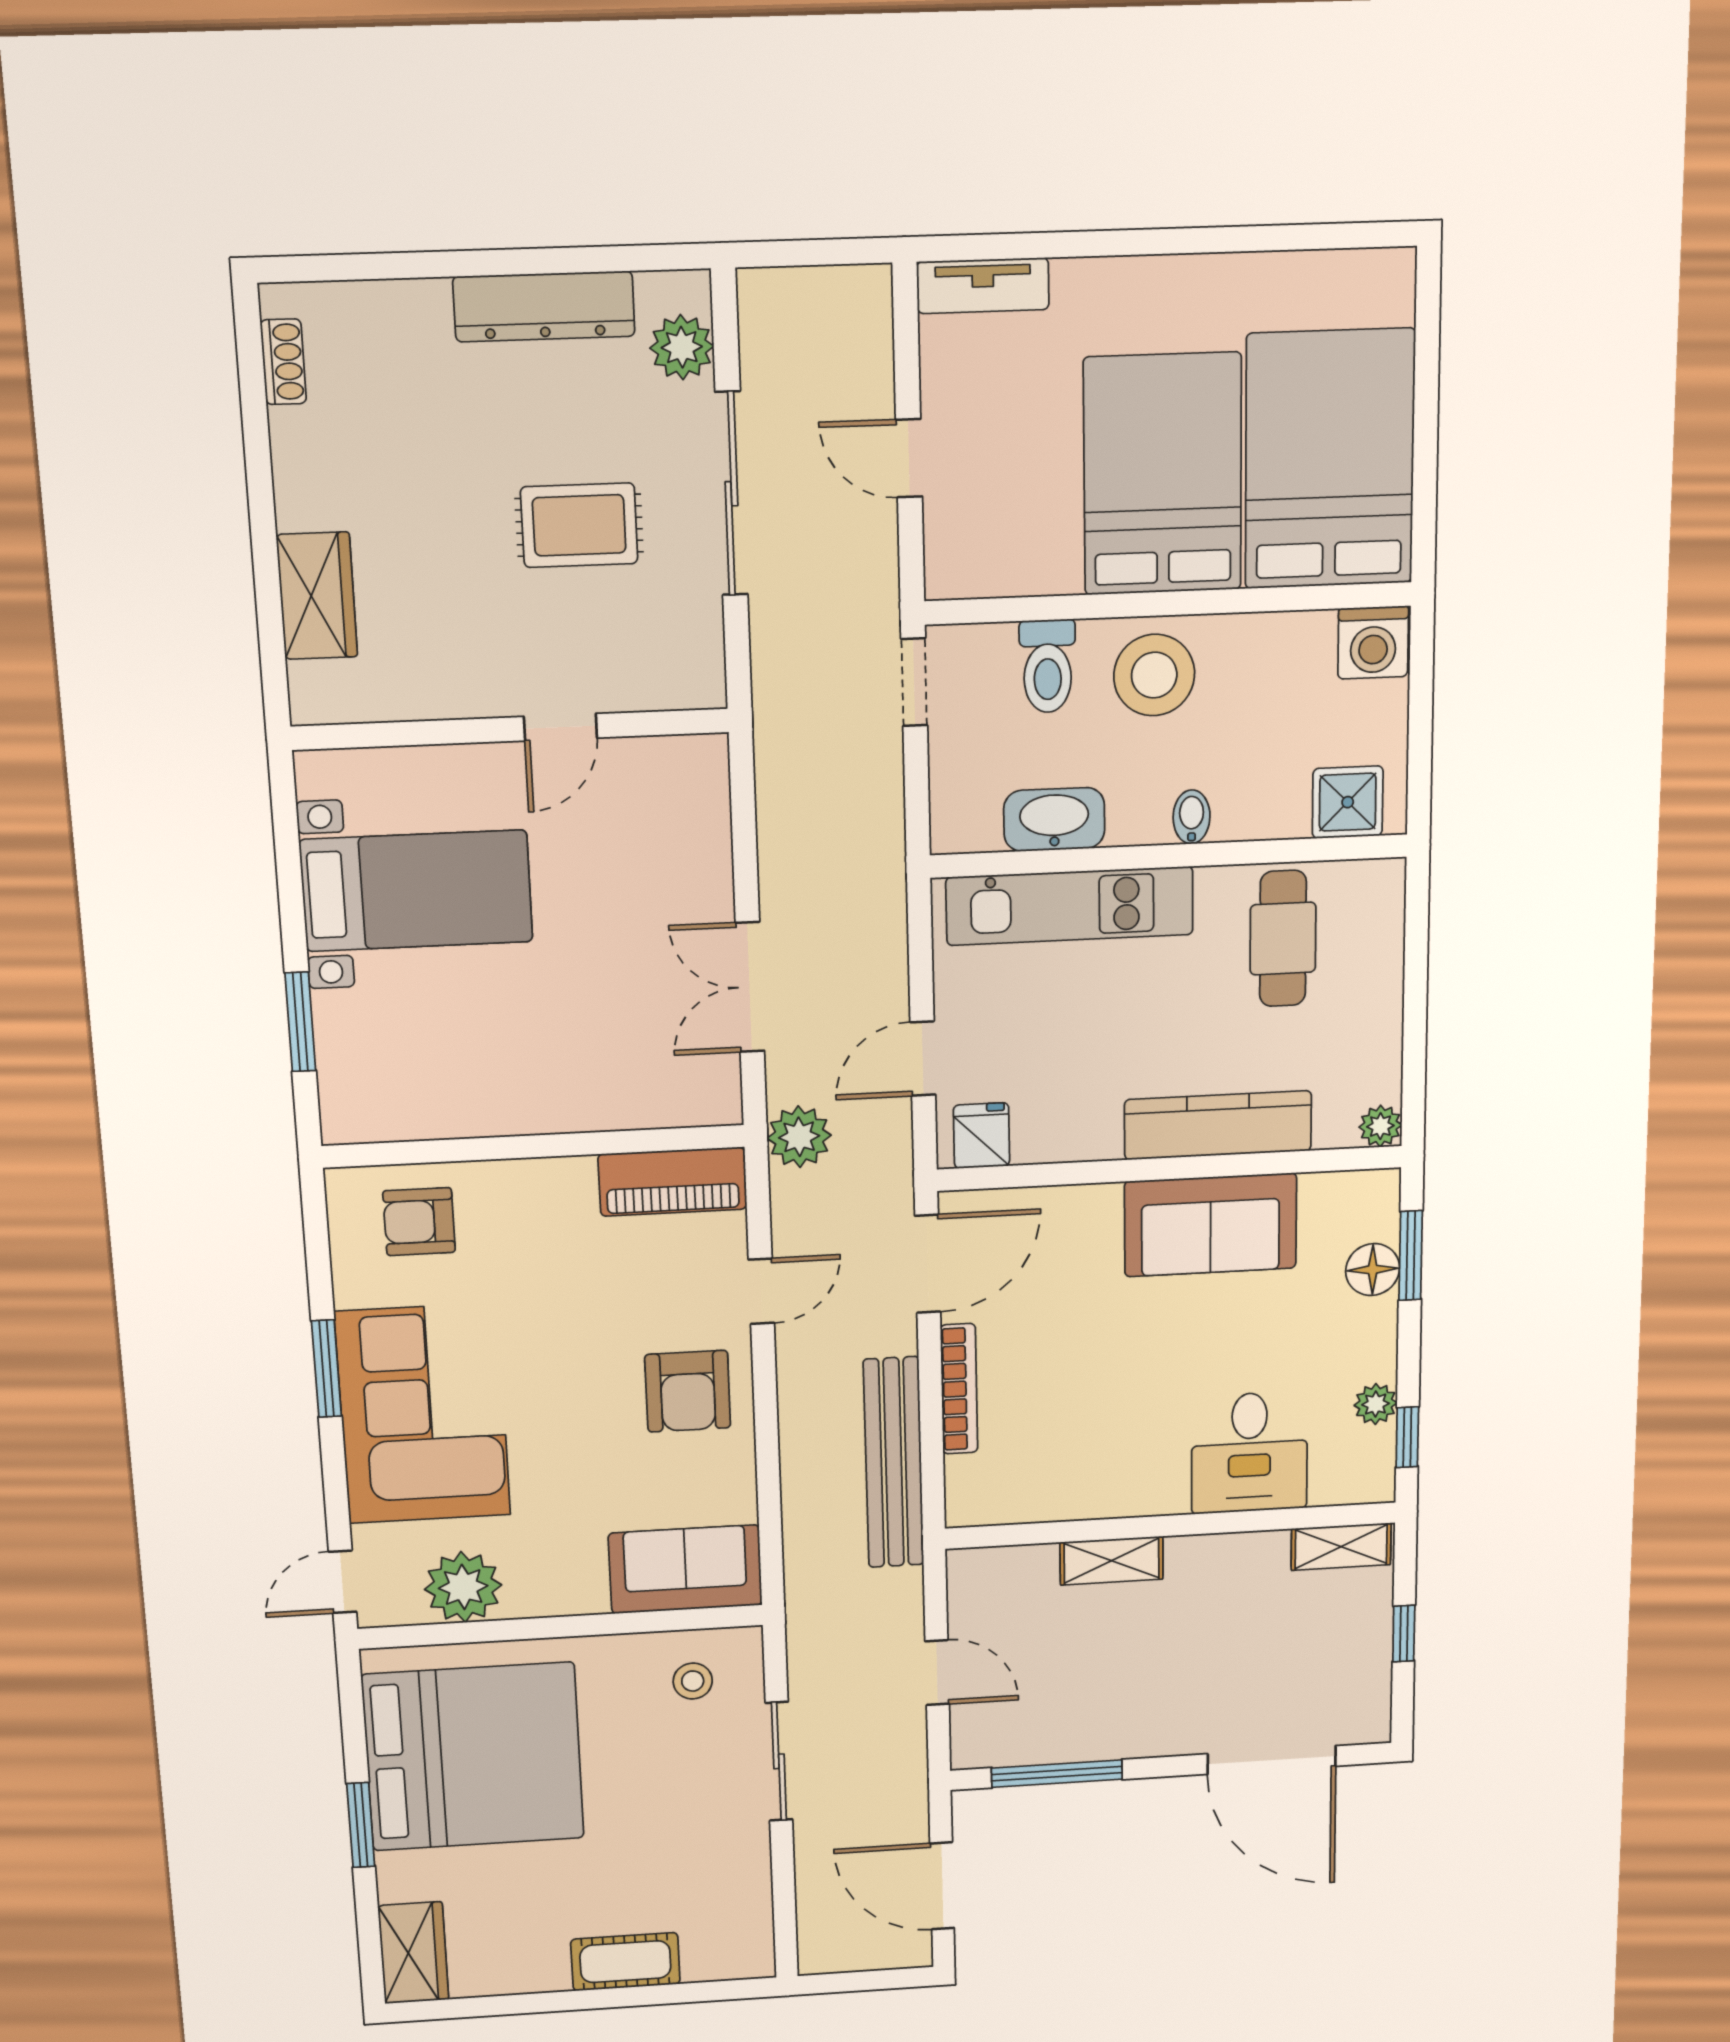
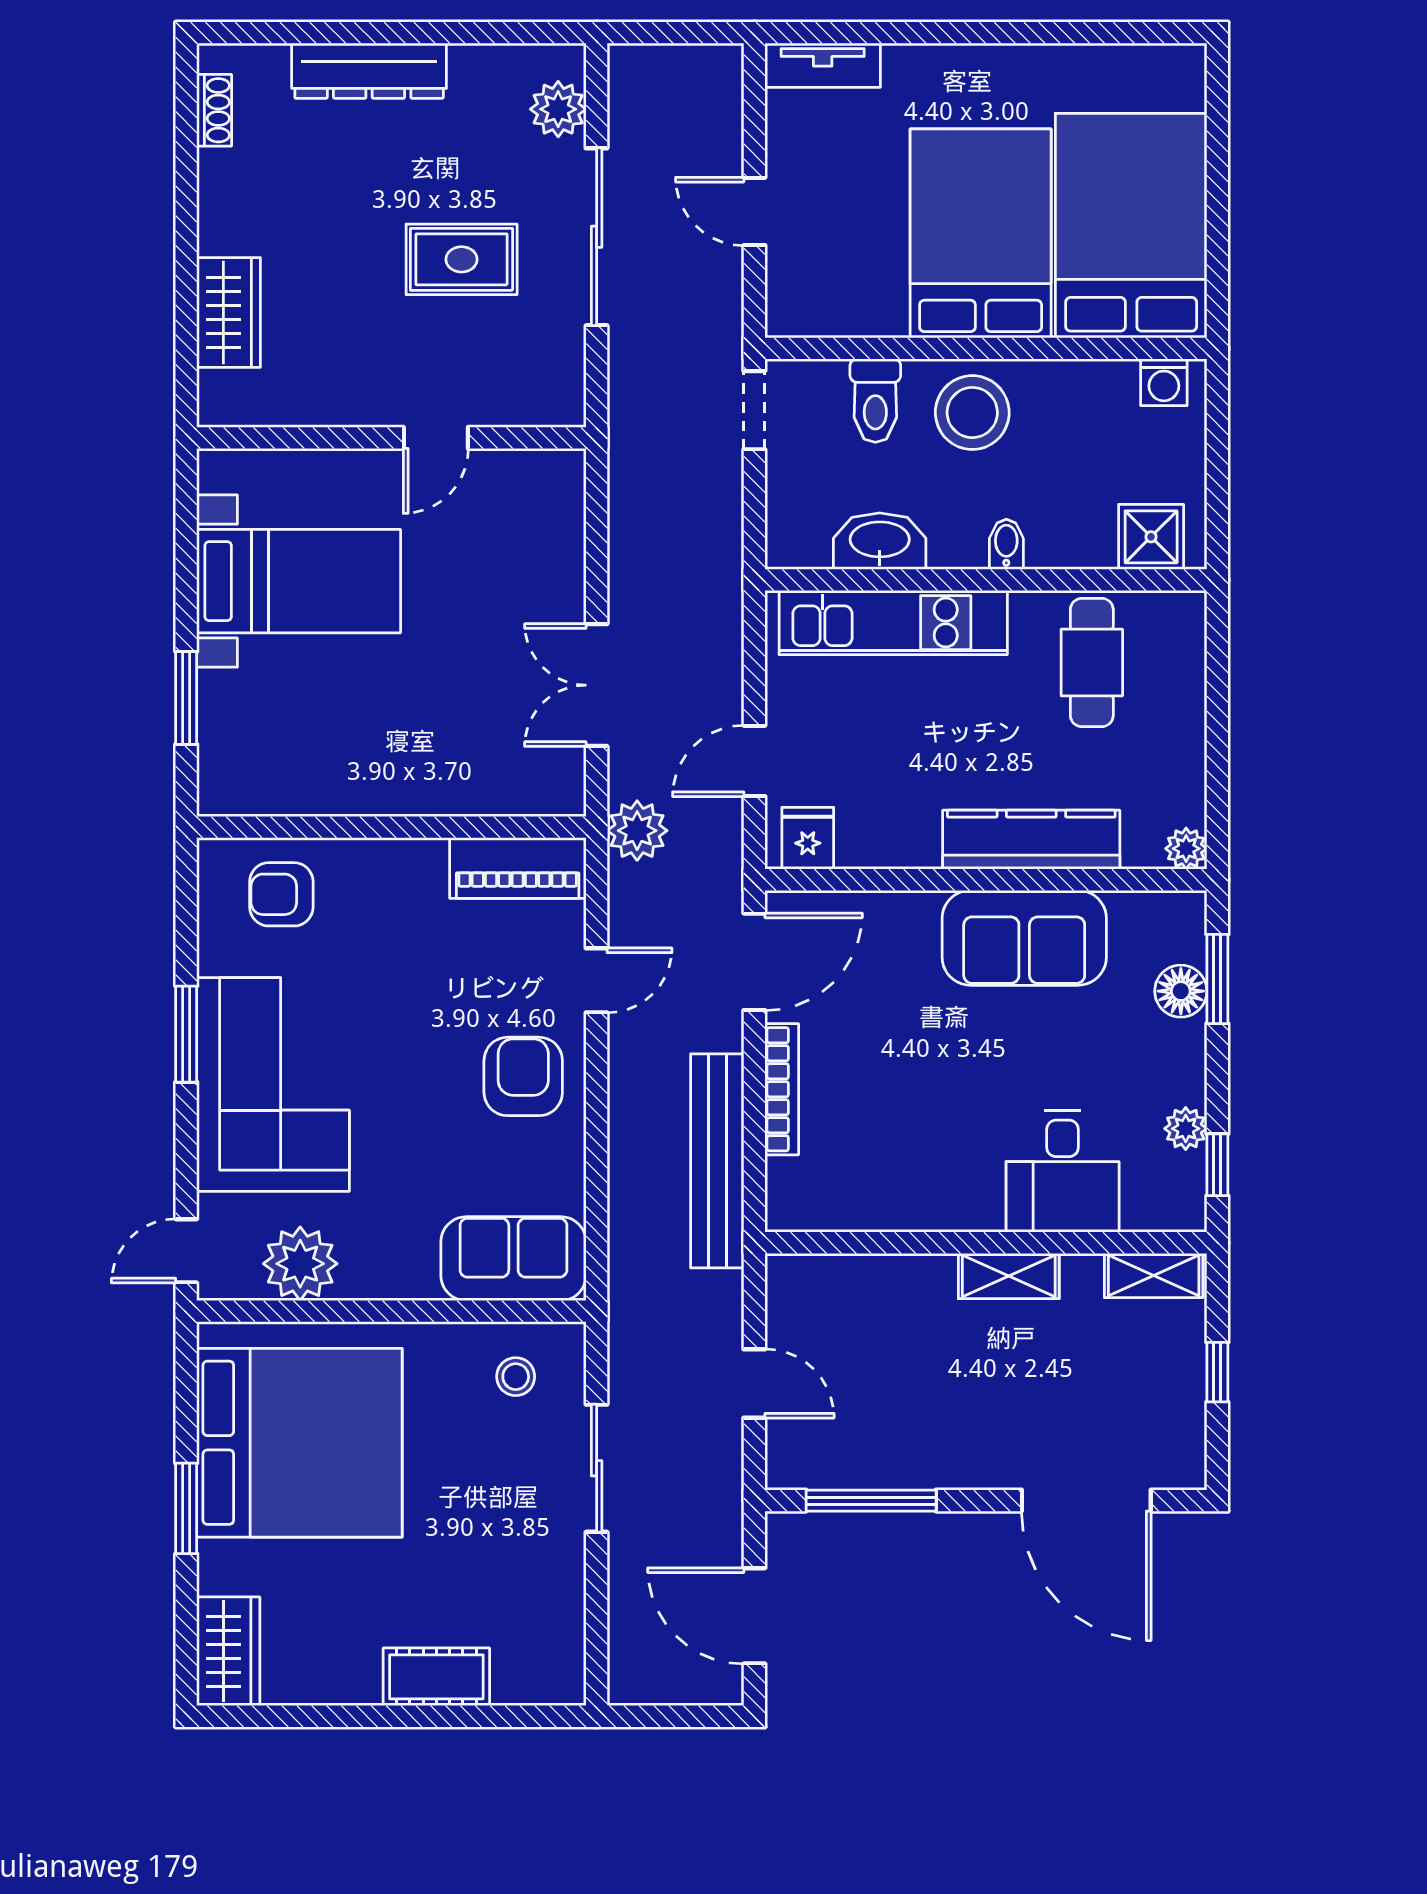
dresser: (544, 306) -> (369, 71), moved
washing machine: (1373, 643) -> (1164, 382), width x0.73, depth x0.73
armchair: (688, 1391) -> (523, 1076), turned 180
shelving: (1112, 1561) -> (1009, 1276), moved

